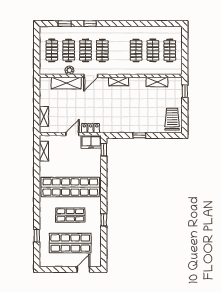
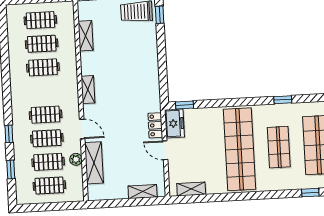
window: (139, 135) -> (160, 15), moved

